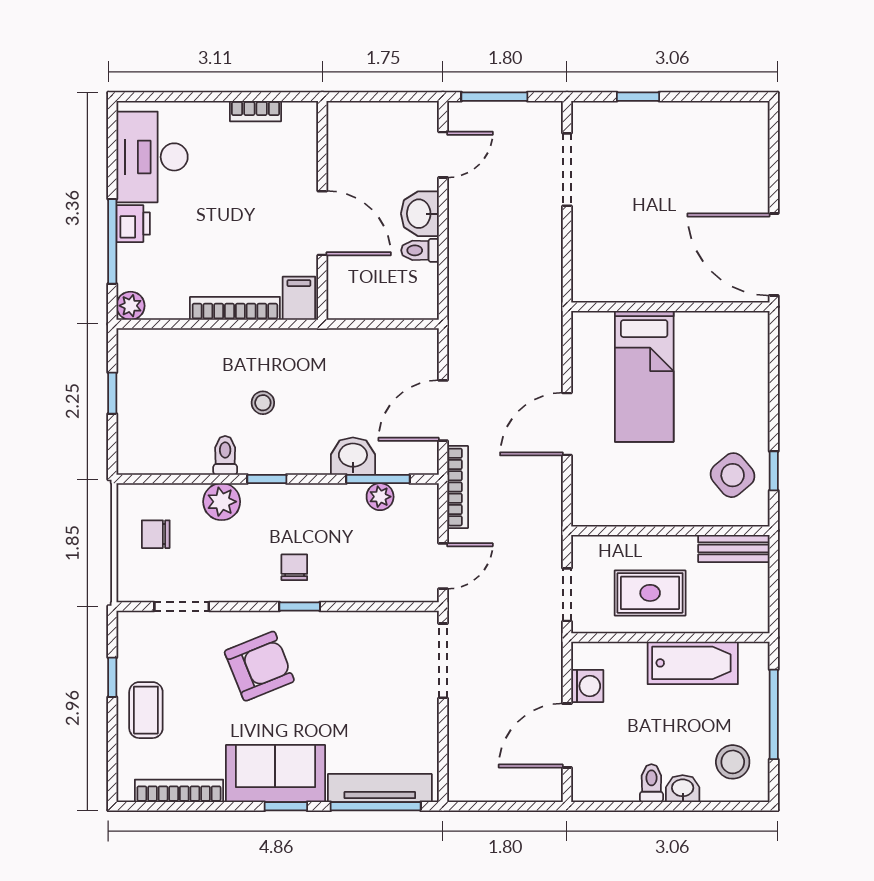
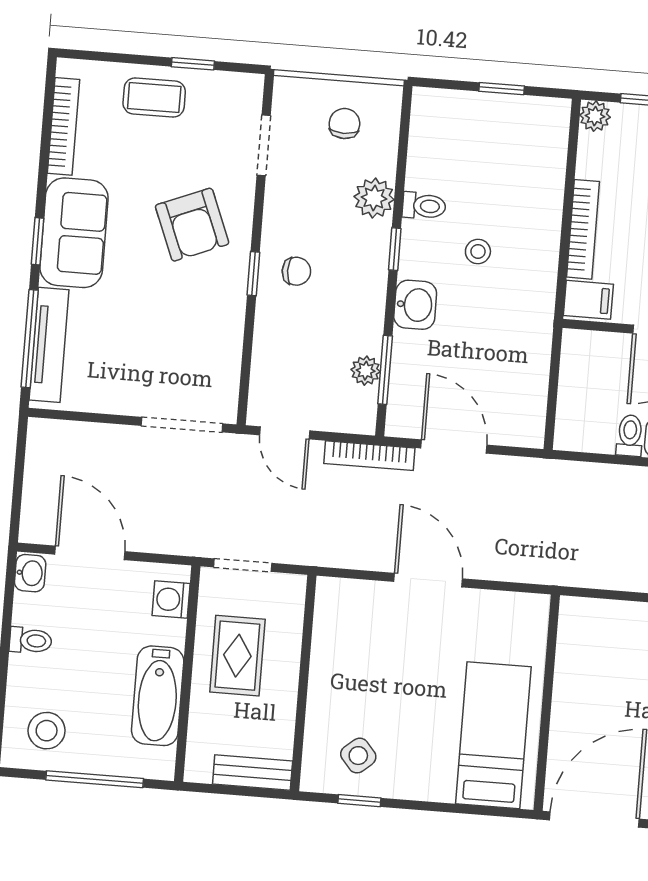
bed: (644, 376) -> (493, 735), moved, turned 90
washbasin: (353, 456) -> (415, 305), moved
side table: (733, 475) -> (358, 756), width x0.73, depth x0.73
bench: (734, 548) -> (253, 773), moved, turned 90
washing machine: (587, 686) -> (171, 599), moved, turned 90
washbasin: (683, 789) -> (30, 573), moved

